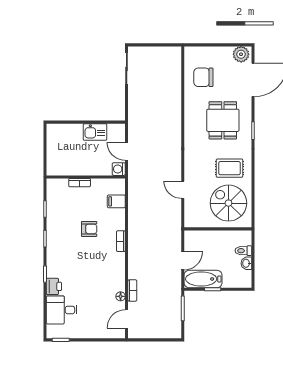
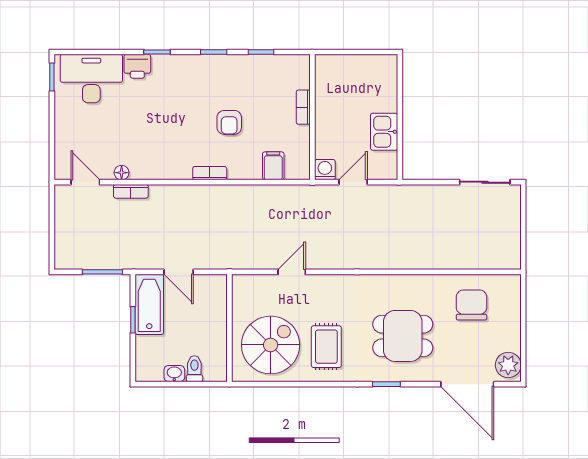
desk: (62, 310) -> (91, 79), width x1.37

